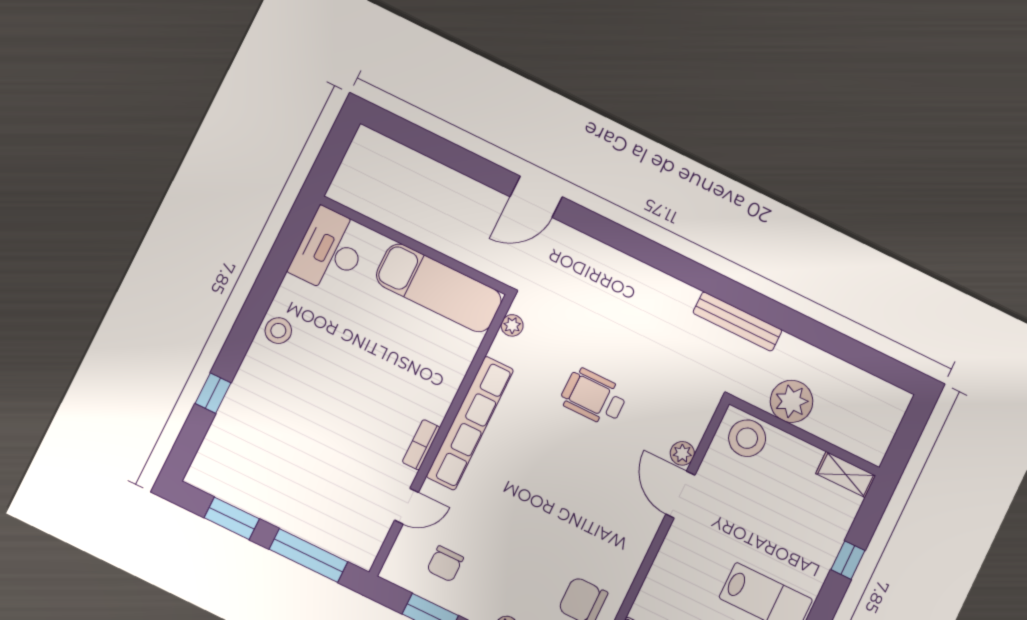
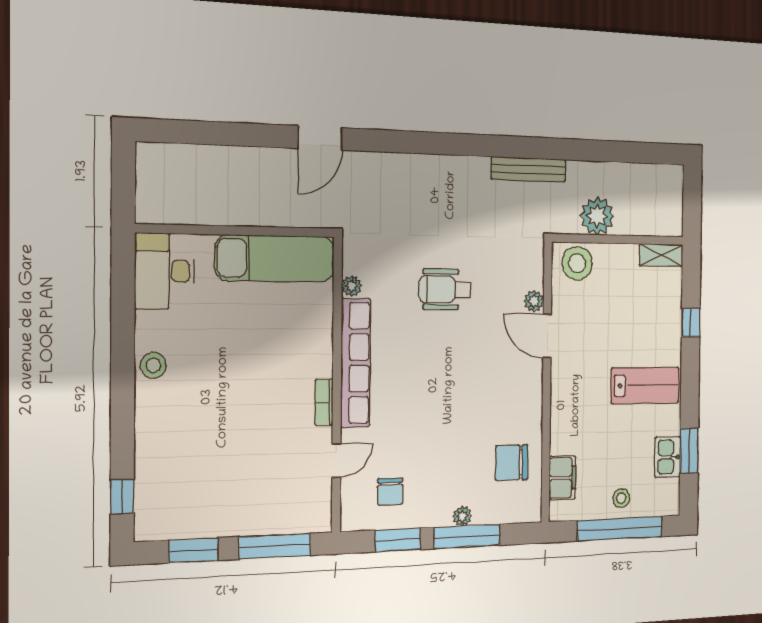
plant: (512, 325) -> (351, 286), moved
window: (213, 393) -> (122, 497), moved

